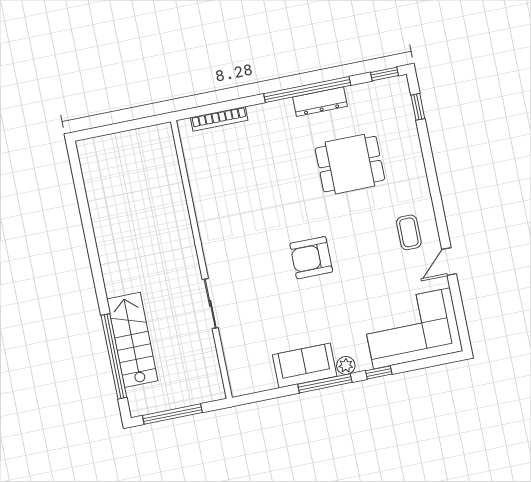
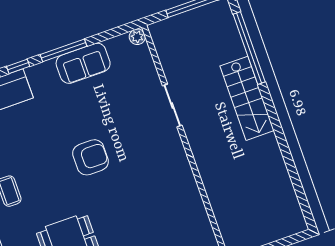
stairs: (132, 340) -> (247, 98), moved
plant: (346, 365) -> (137, 37), moved

